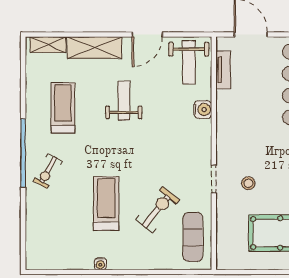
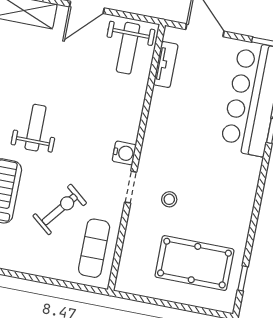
weight bench: (124, 101) -> (35, 128), moved
water cooler: (203, 110) -> (124, 153), moved

